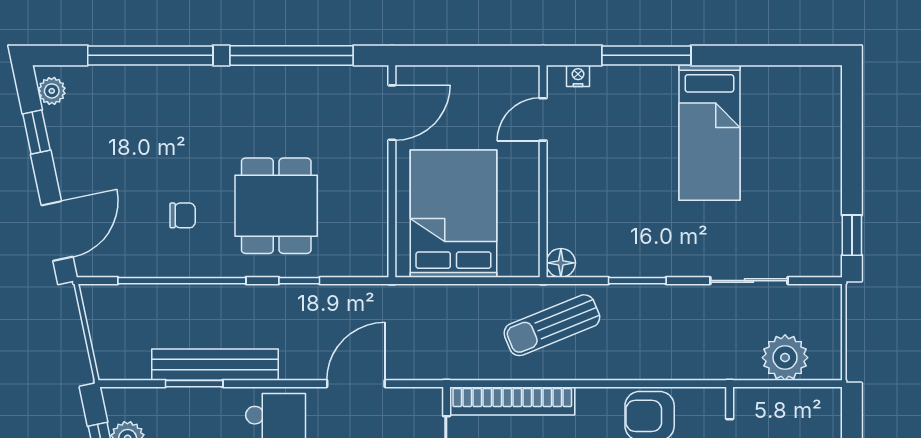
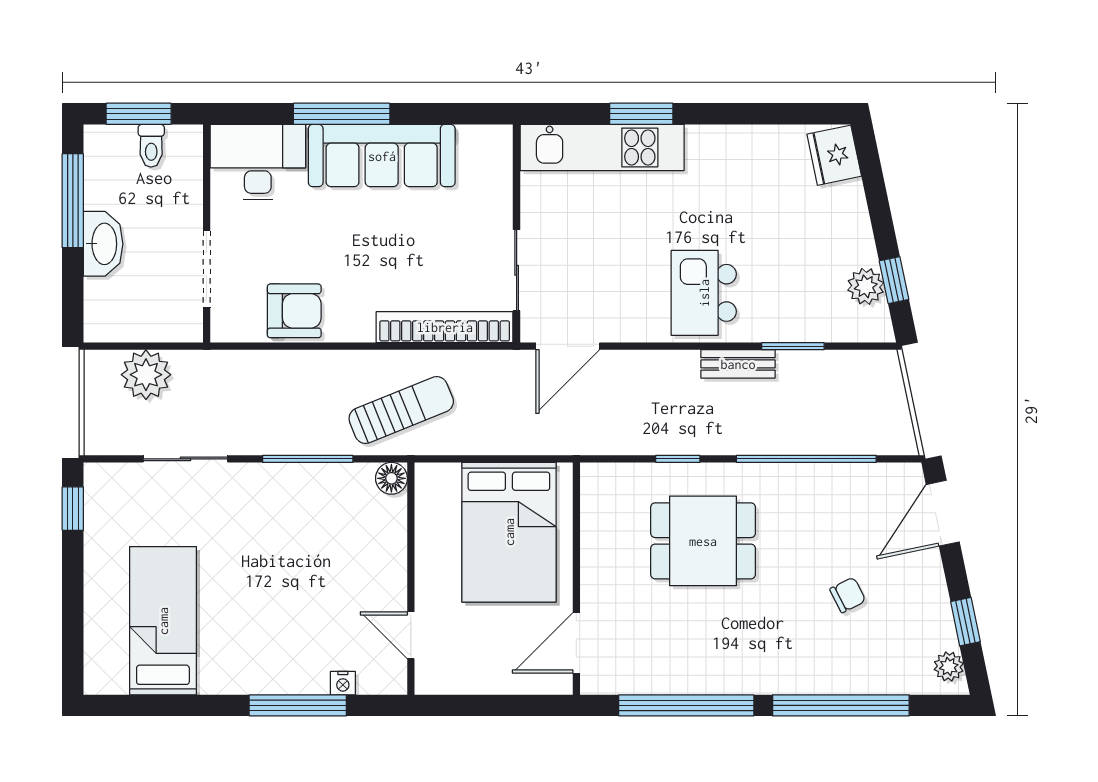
nightstand: (578, 76) -> (343, 683), moved
door: (543, 119) -> (411, 635), swing flipped
bed: (709, 133) -> (163, 621), moved
dining table: (276, 206) -> (703, 541), turned 90
chair: (183, 215) -> (848, 595), moved, turned 153
window: (637, 281) -> (308, 459), width x1.44
bench: (215, 365) -> (738, 364), width x0.54, depth x0.82
door: (356, 384) -> (568, 346), moved

